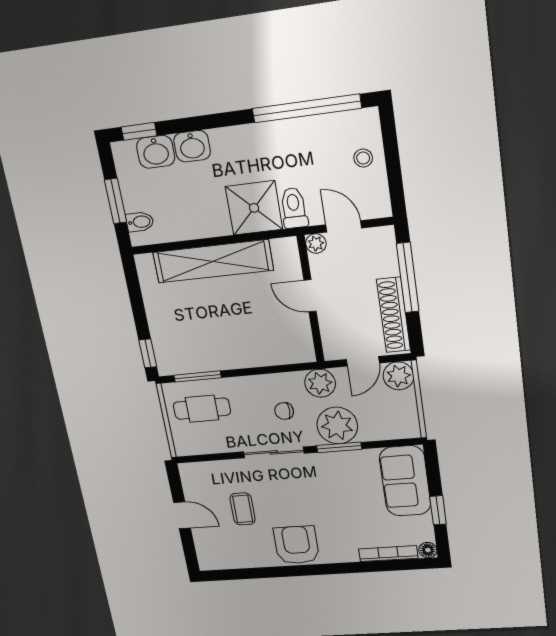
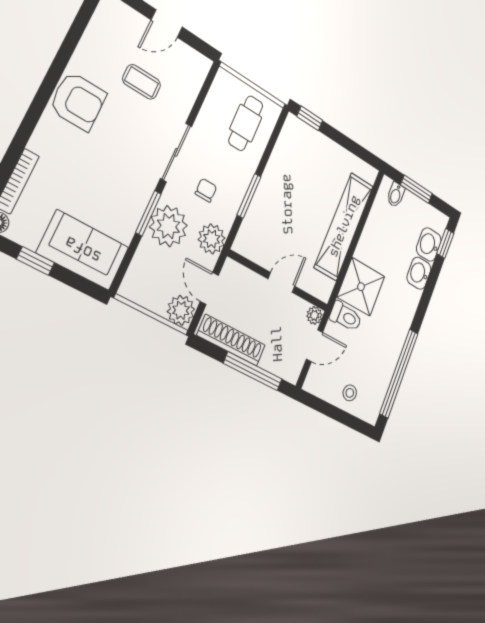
window: (198, 376) -> (249, 196), moved

